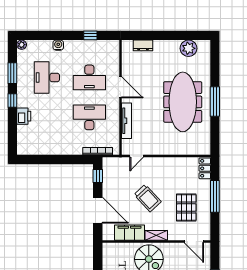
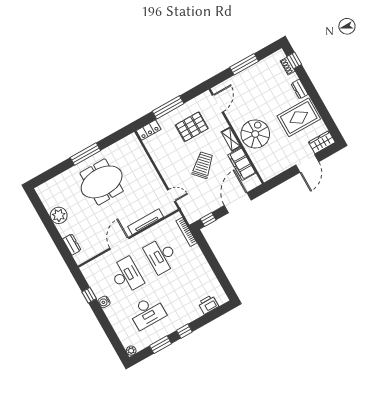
water cooler: (58, 45) -> (104, 302), moved
plant: (189, 48) -> (59, 215), moved
meeting table: (183, 102) -> (102, 182), width x0.73
printer: (24, 116) -> (208, 304), moved

